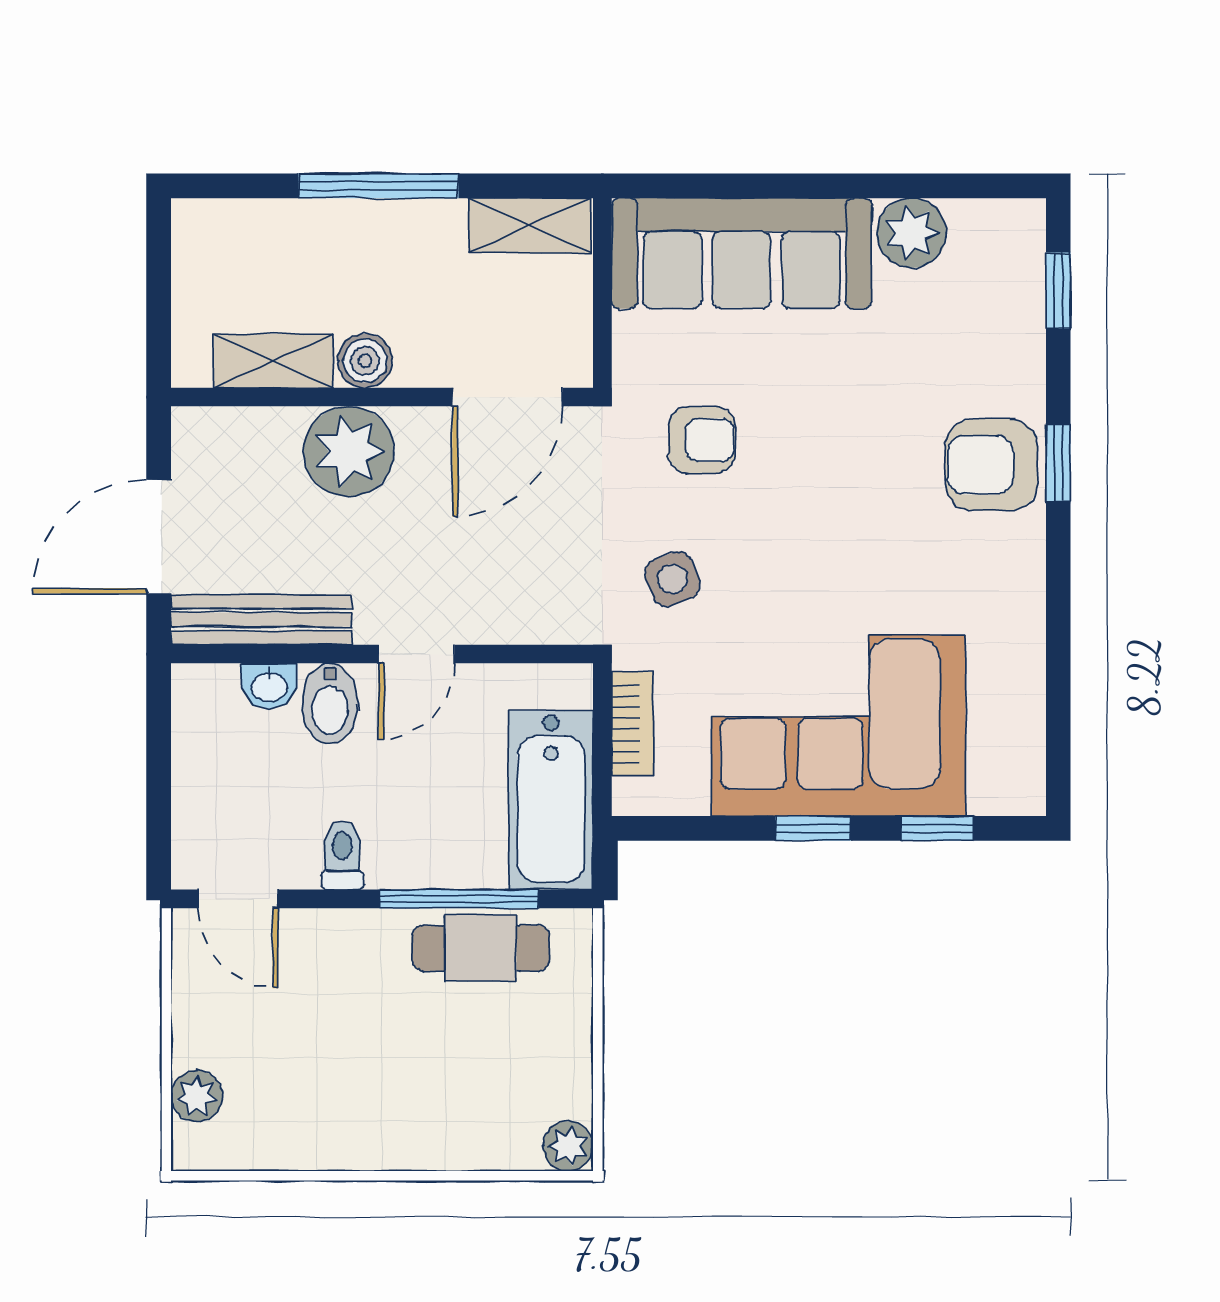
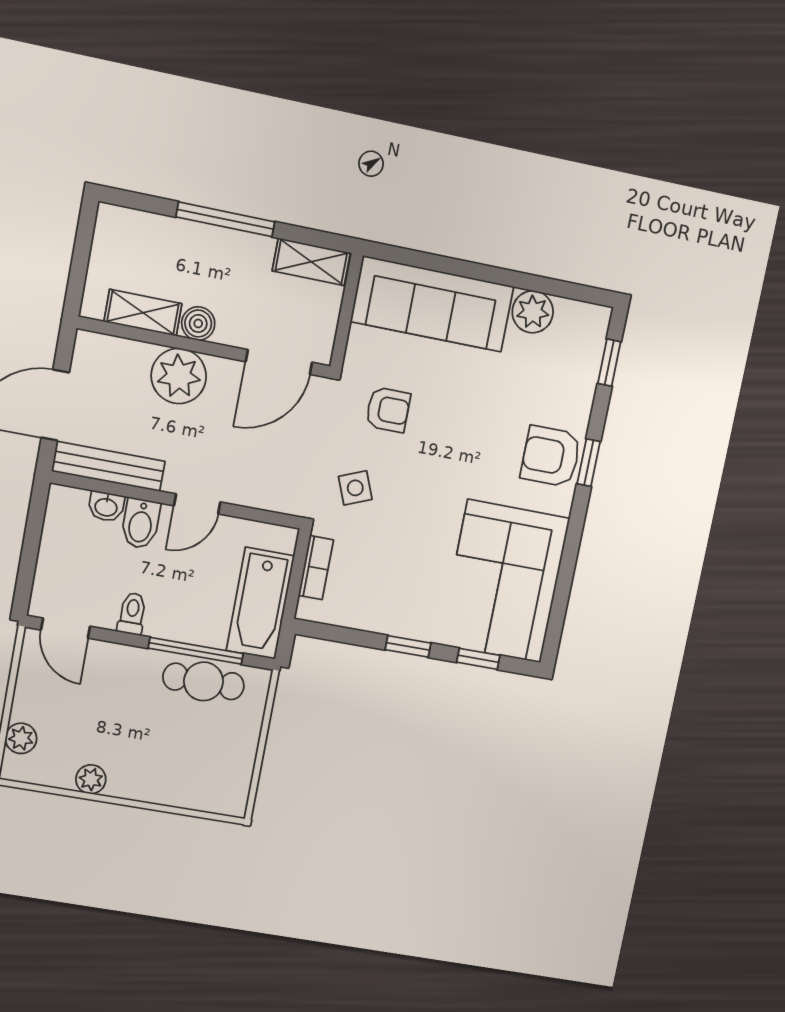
corner sofa: (839, 726) -> (504, 581), moved, turned -90
plant: (568, 1146) -> (91, 779), moved

